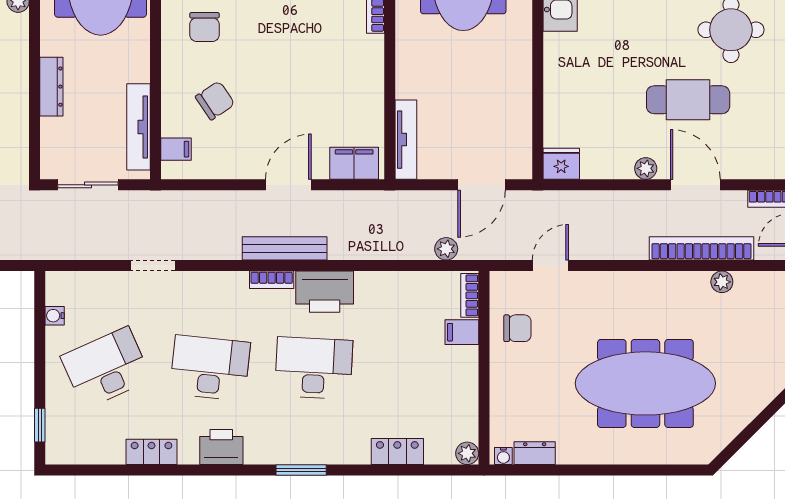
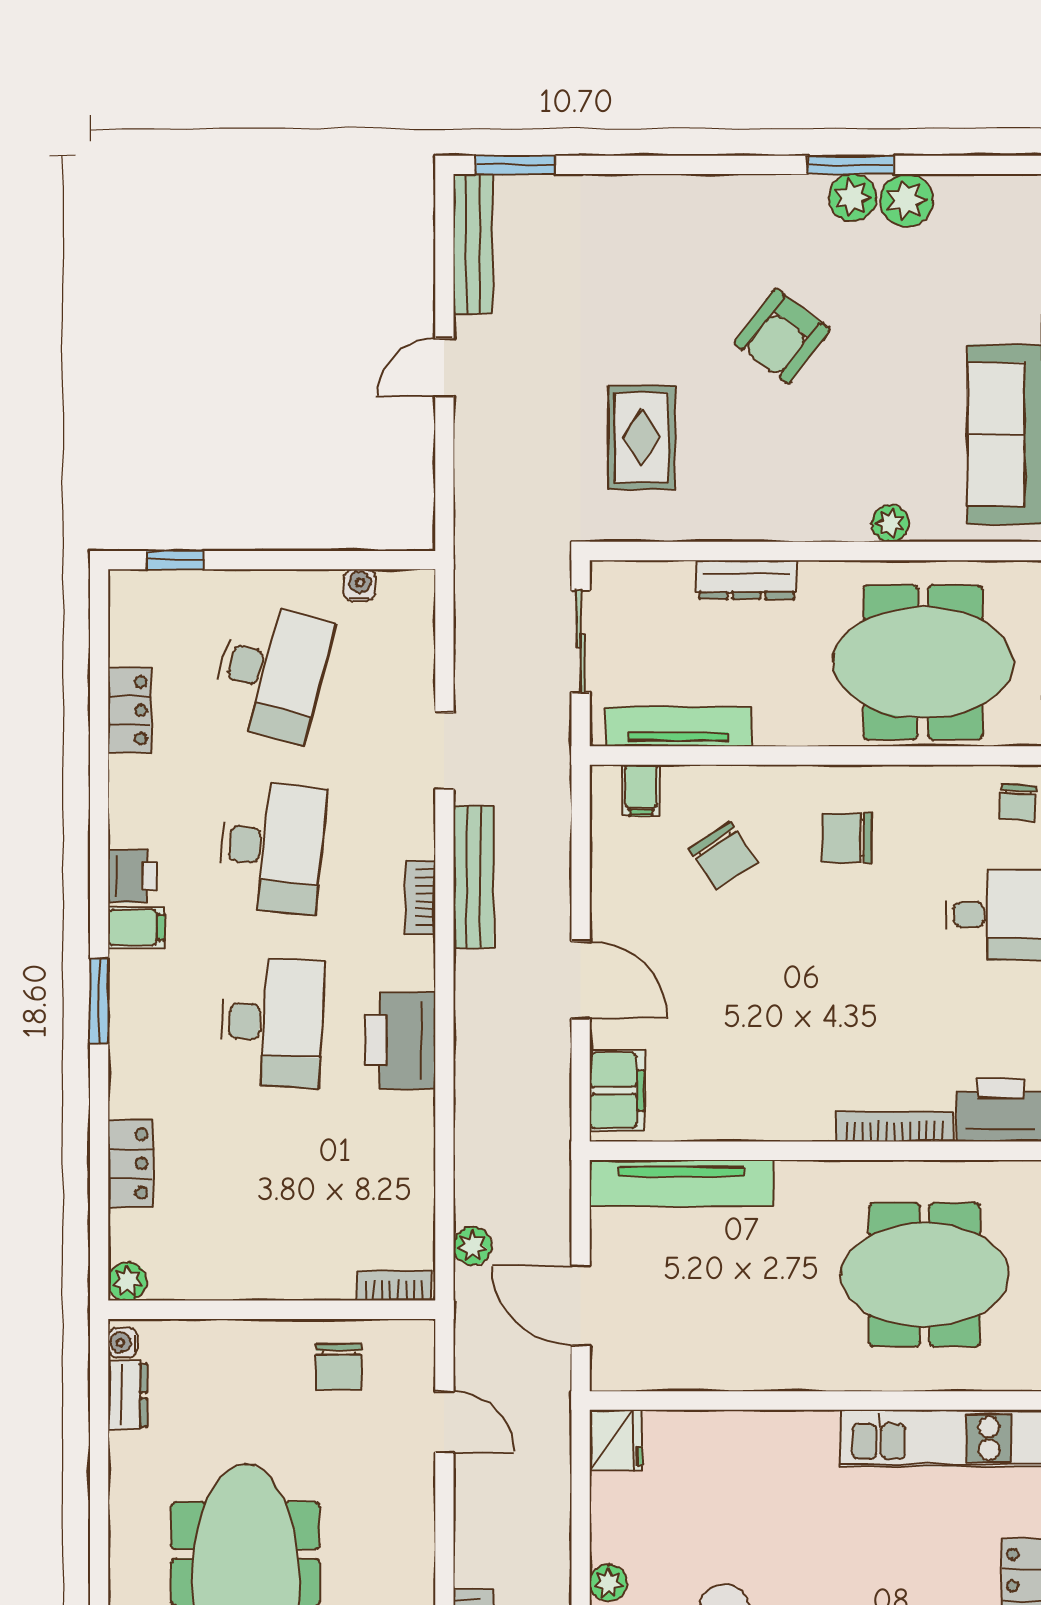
tv unit: (406, 140) -> (681, 1183), width x1.36, depth x1.29
bench: (285, 248) -> (473, 877), moved
bookcase: (272, 280) -> (420, 898), moved
filing cabinet: (462, 332) -> (136, 927), moved, turned 90
desk: (106, 368) -> (272, 672), turned 39
printer: (221, 447) -> (132, 876), width x0.73, depth x0.81
locker: (152, 452) -> (130, 710), moved

